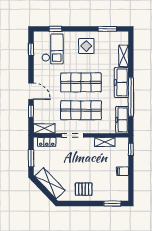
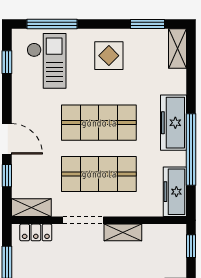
window: (56, 29) -> (52, 24), width x2.17
shelving: (124, 56) -> (177, 48), moved
shelving: (105, 142) -> (123, 232), moved

